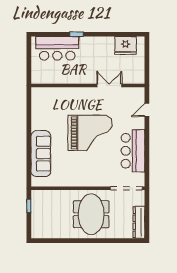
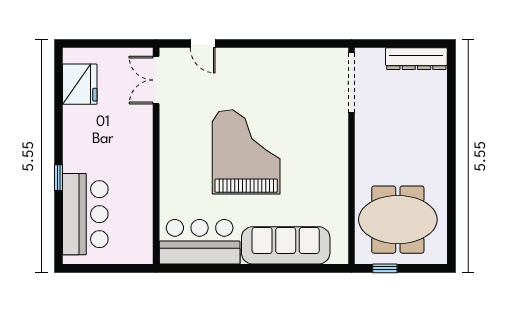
double door: (109, 86) -> (156, 80), moved
bar counter: (133, 151) -> (200, 242), moved, turned 180
meeting table: (91, 214) -> (398, 220), moved

